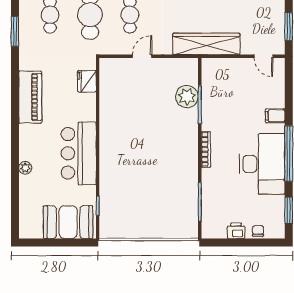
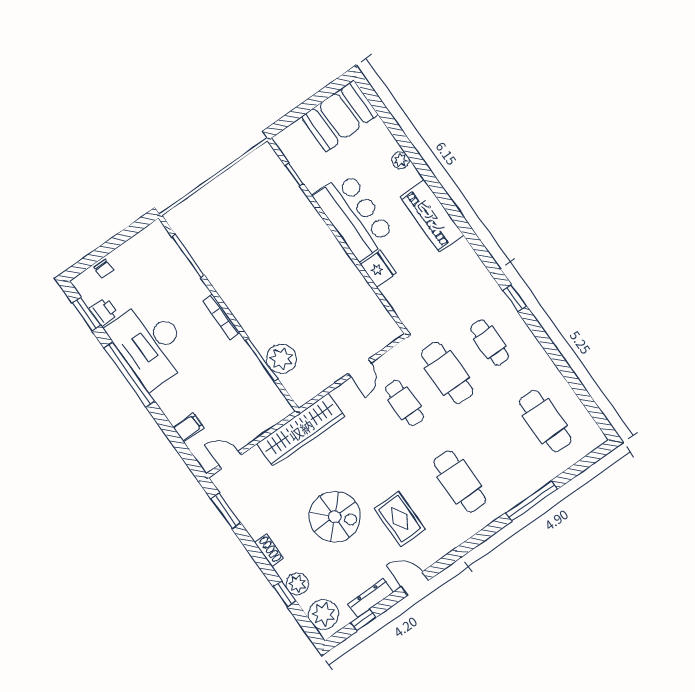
window: (15, 31) -> (515, 298), width x0.67
fridge: (87, 81) -> (378, 269), moved
piano: (30, 97) -> (432, 216), moved
filing cabinet: (275, 116) -> (188, 427), moved
booth: (68, 222) -> (340, 116), moved
printer: (236, 231) -> (104, 312), moved, turned -90

